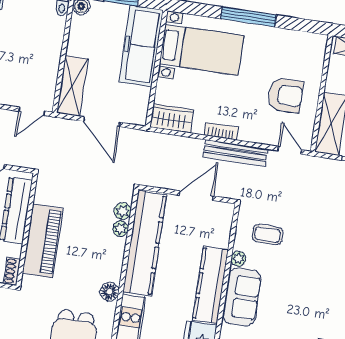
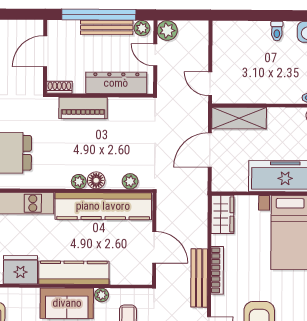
bookcase: (221, 131) -> (217, 270), width x1.56
plant: (120, 229) -> (79, 182), moved
piano: (43, 241) -> (83, 108), width x0.73, depth x0.75
floor lamp: (109, 292) -> (96, 180), moved

